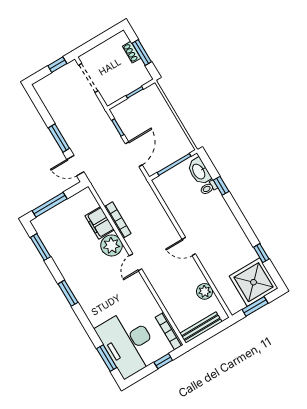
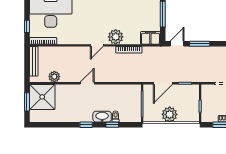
plant: (167, 123) -> (170, 114), added
door: (134, 154) -> (163, 83), hinge flipped
washbasin: (199, 171) -> (102, 117), moved
filing cabinet: (100, 223) -> (150, 38), moved
window: (261, 253) -> (86, 125), moved
door: (136, 262) -> (97, 45), swing flipped
shower: (254, 282) -> (42, 97), moved

